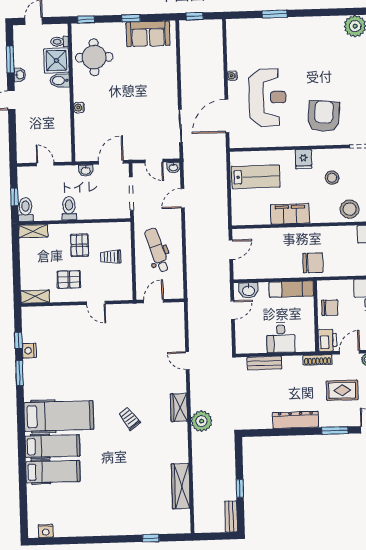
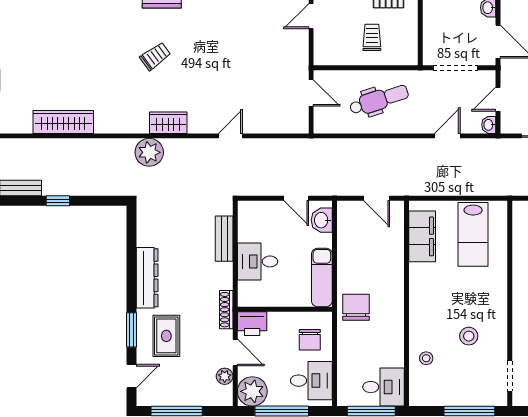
fridge: (303, 159) -> (495, 299), removed
door: (183, 198) -> (447, 136), hinge flipped
stool: (350, 209) -> (426, 358), width x0.53, depth x0.53
filing cabinet: (290, 214) -> (422, 236), moved
chair: (313, 263) -> (356, 307), turned 180
chair: (330, 308) -> (310, 340), moved
rug: (342, 390) -> (166, 336), moved

